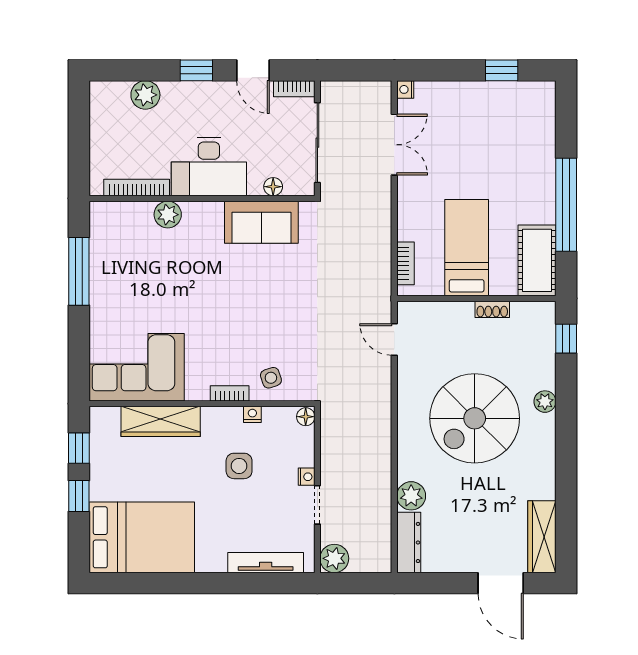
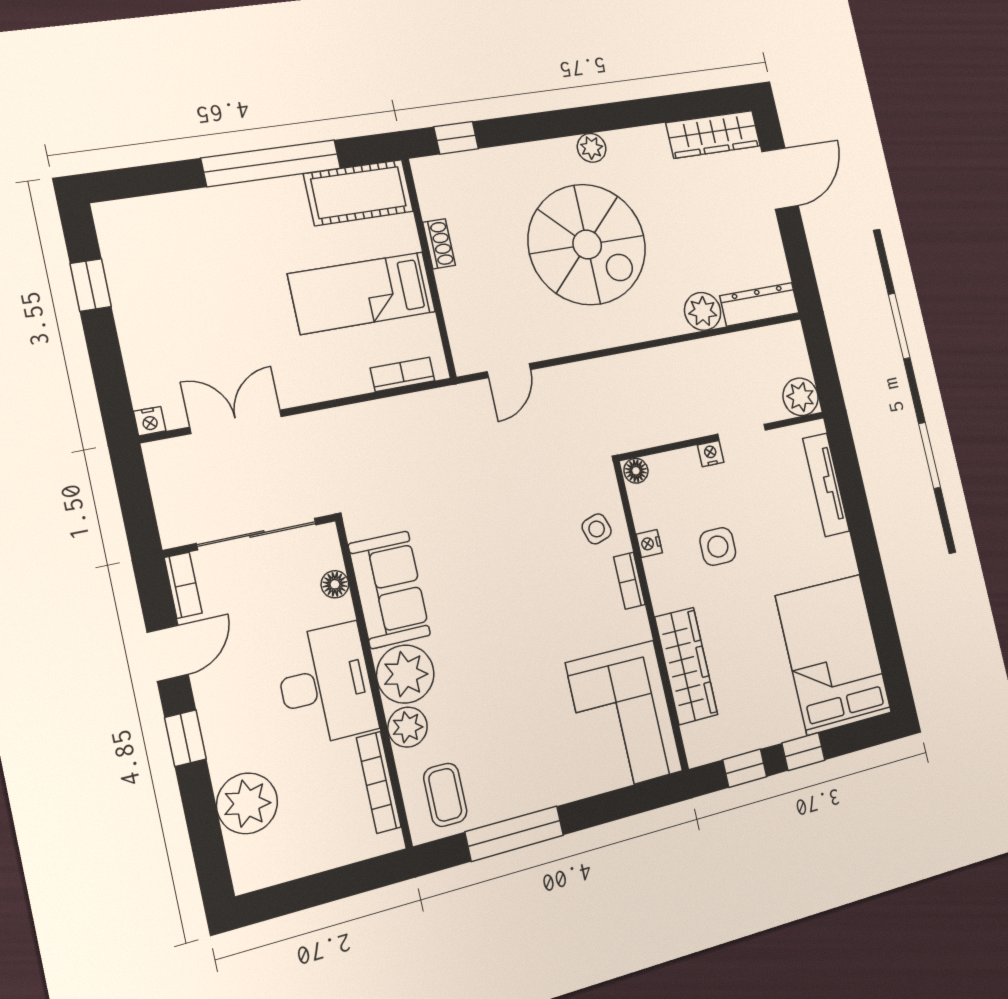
plant: (145, 95) -> (247, 803), width x1.36, depth x1.36
plant: (203, 221) -> (405, 674), added
coffee table: (117, 230) -> (445, 795), added
plant: (545, 402) -> (592, 148), moved

